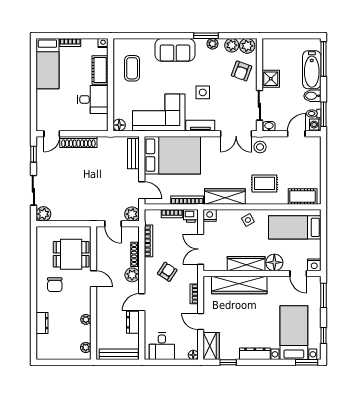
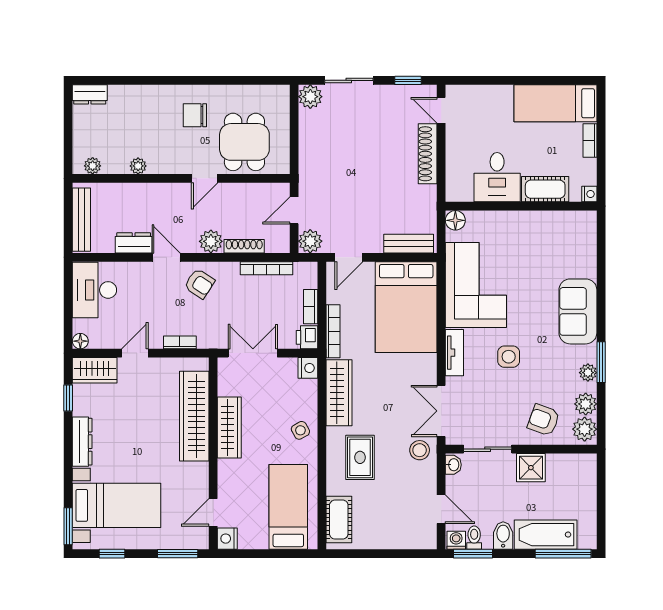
coffee table: (132, 68) -> (548, 241), removed
floor lamp: (274, 262) -> (231, 474), removed
armchair: (167, 272) -> (199, 284), moved
dresser: (42, 323) -> (90, 94), moved
desk: (162, 346) -> (94, 290), width x1.37

